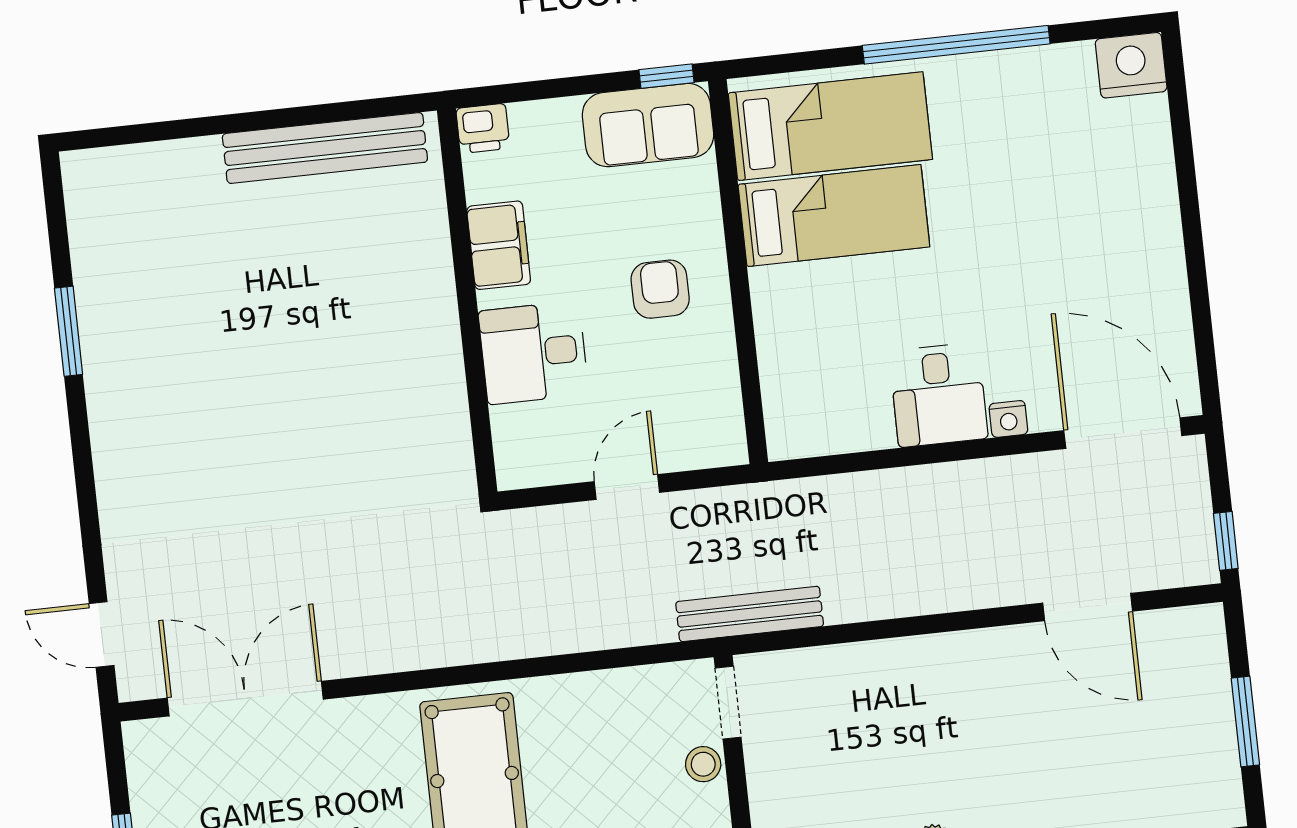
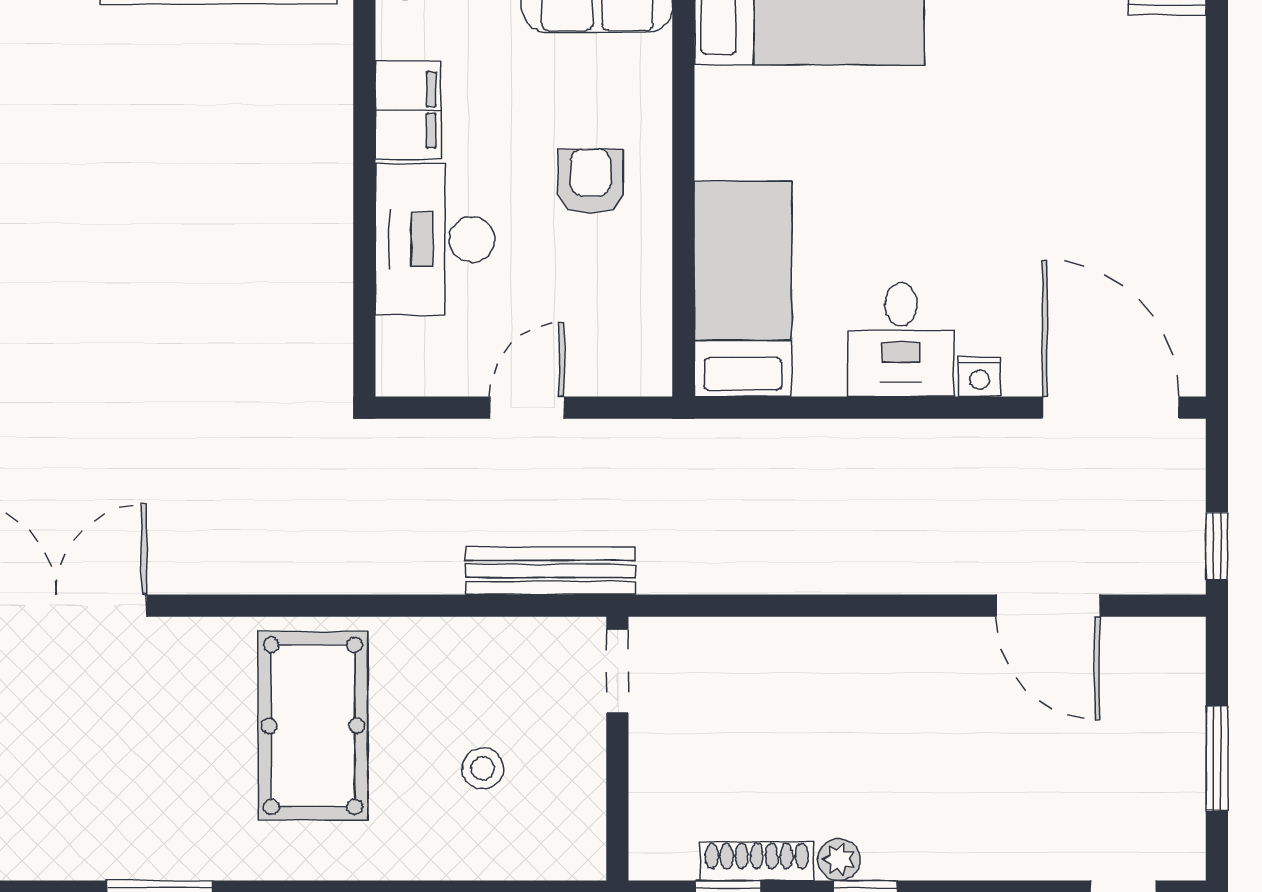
bed: (834, 216) -> (743, 289), moved, turned -90
desk: (533, 353) -> (435, 240), width x1.37
bench: (750, 614) -> (550, 571), moved
stool: (703, 764) -> (483, 768), moved

